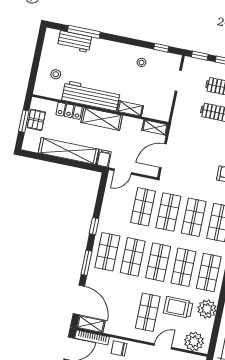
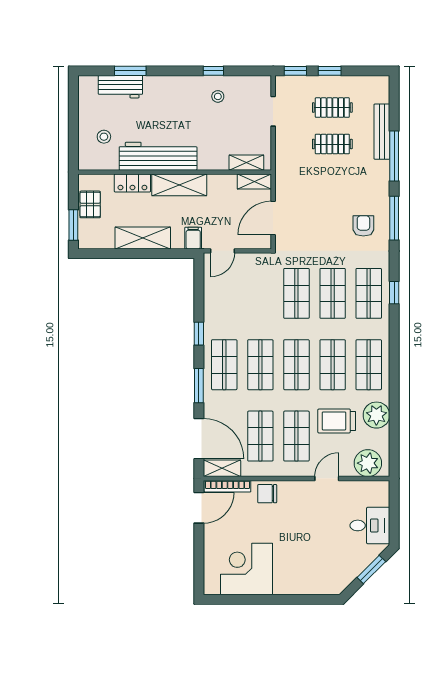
window: (84, 32) -> (130, 71), width x0.69
window: (161, 48) -> (213, 71), moved
shelving: (130, 108) -> (246, 163), moved
window: (24, 121) -> (73, 225), moved
shelving: (68, 151) -> (143, 238), width x0.68
shop shelf: (143, 207) -> (260, 436), moved

